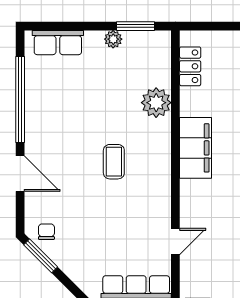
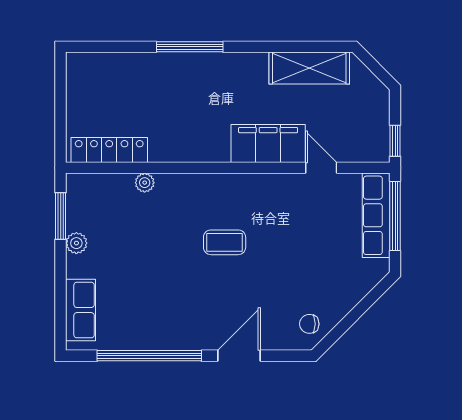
locker: (190, 66) -> (109, 150), width x1.53
plant: (156, 103) -> (145, 183), width x0.53, depth x0.53
filing cabinet: (196, 148) -> (268, 143), moved
window: (41, 256) -> (339, 331), removed

